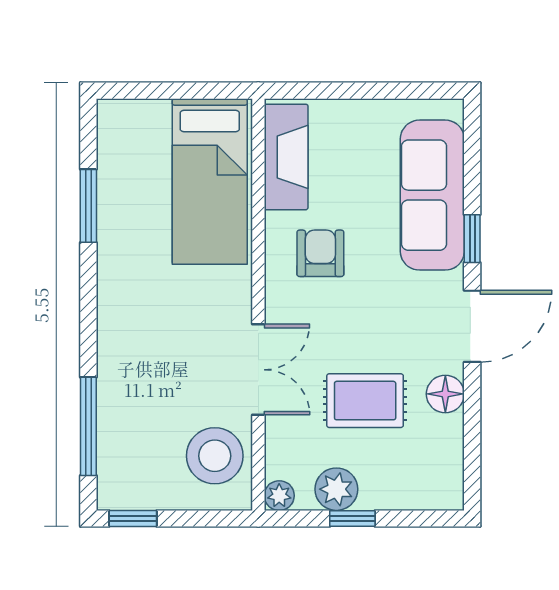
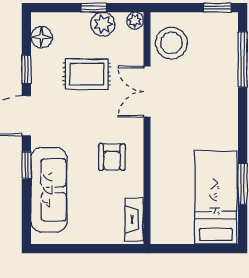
fireplace: (286, 157) -> (134, 219), width x0.73, depth x0.76
bed: (210, 181) -> (216, 197), moved
floor lamp: (445, 394) -> (42, 37), moved
window: (472, 409) -> (26, 70), added

